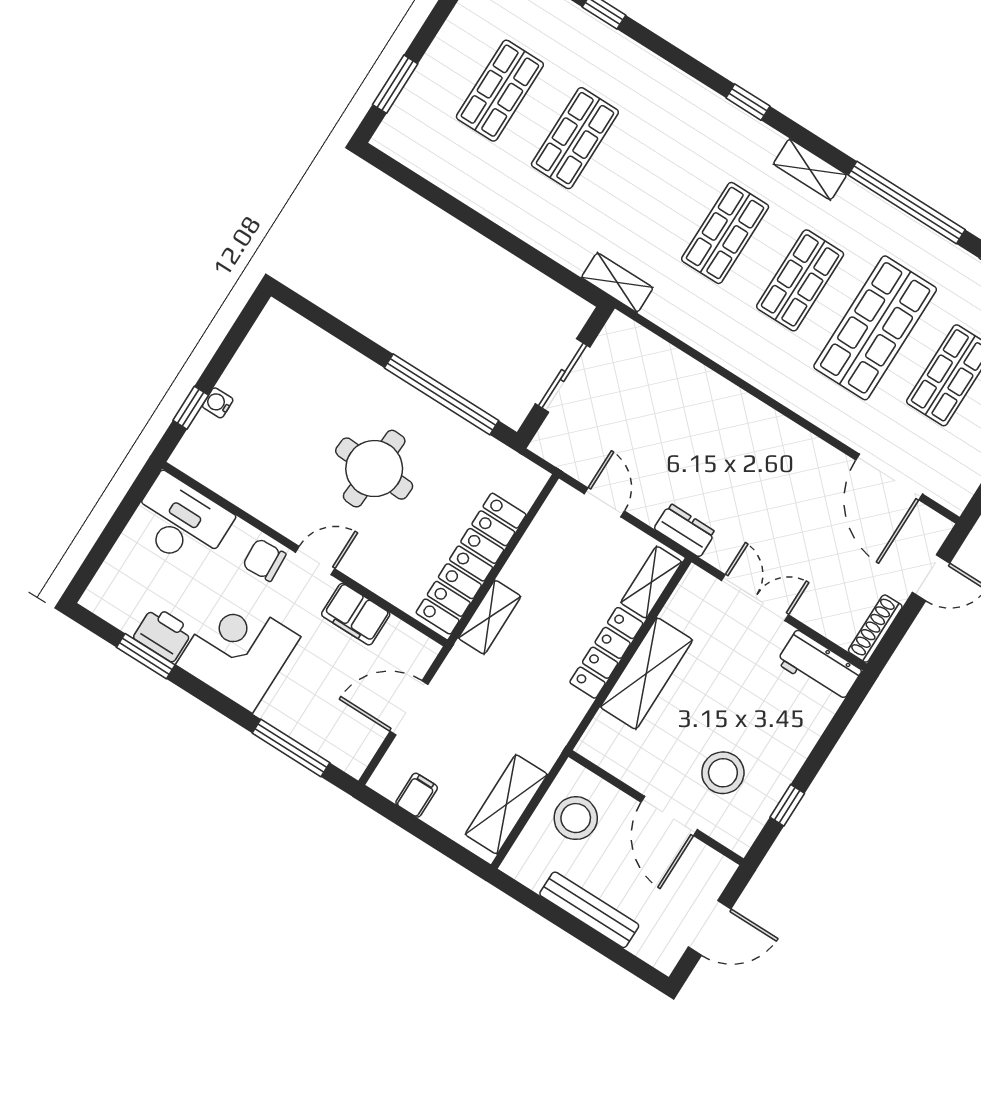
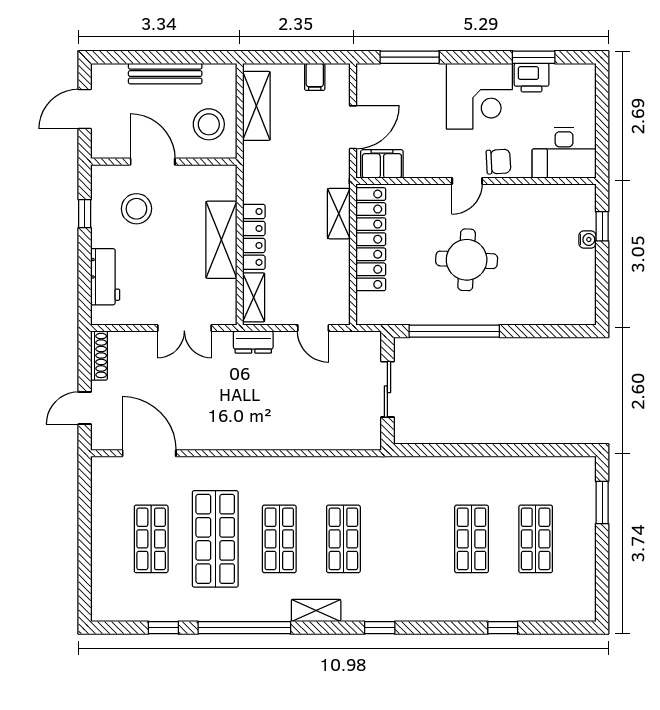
shelving: (617, 283) -> (390, 467), removed
filing cabinet: (356, 614) -> (382, 164), moved
workbench: (819, 667) -> (105, 277), moved, turned 90

